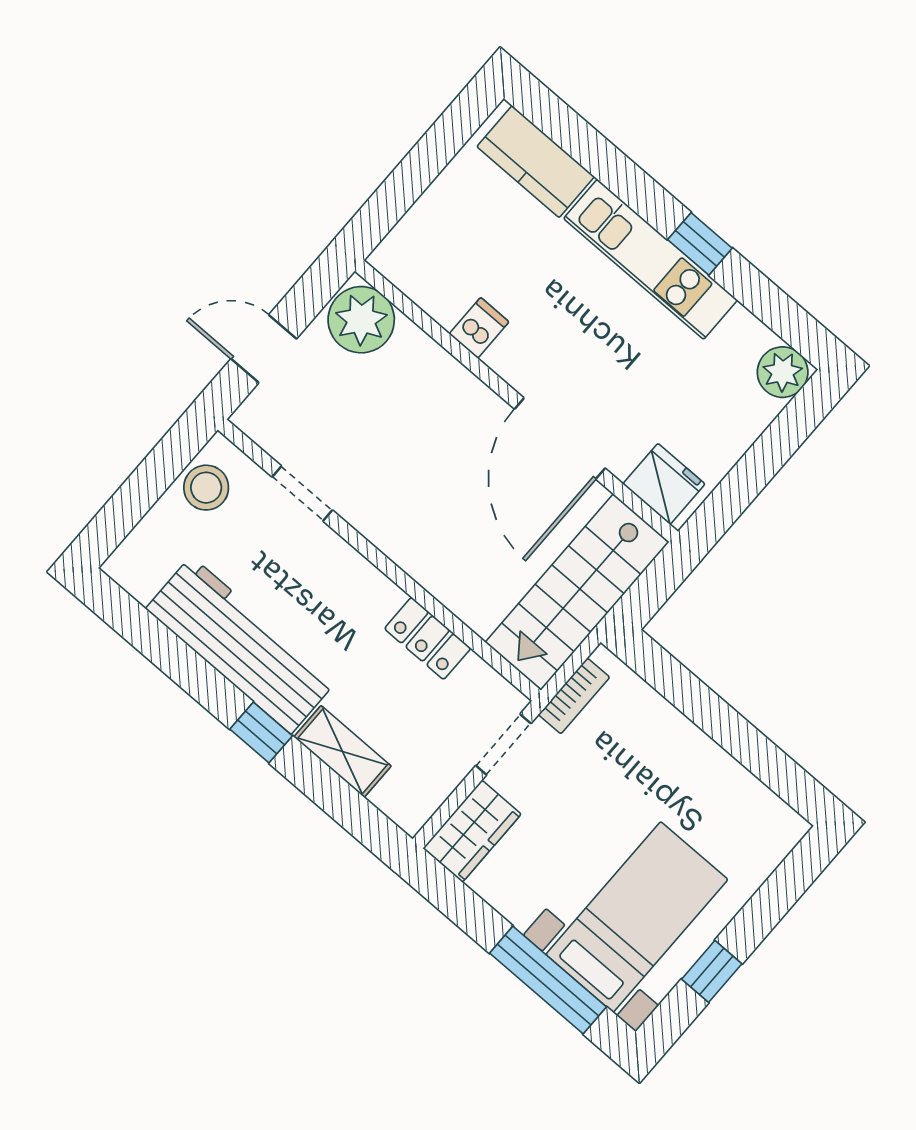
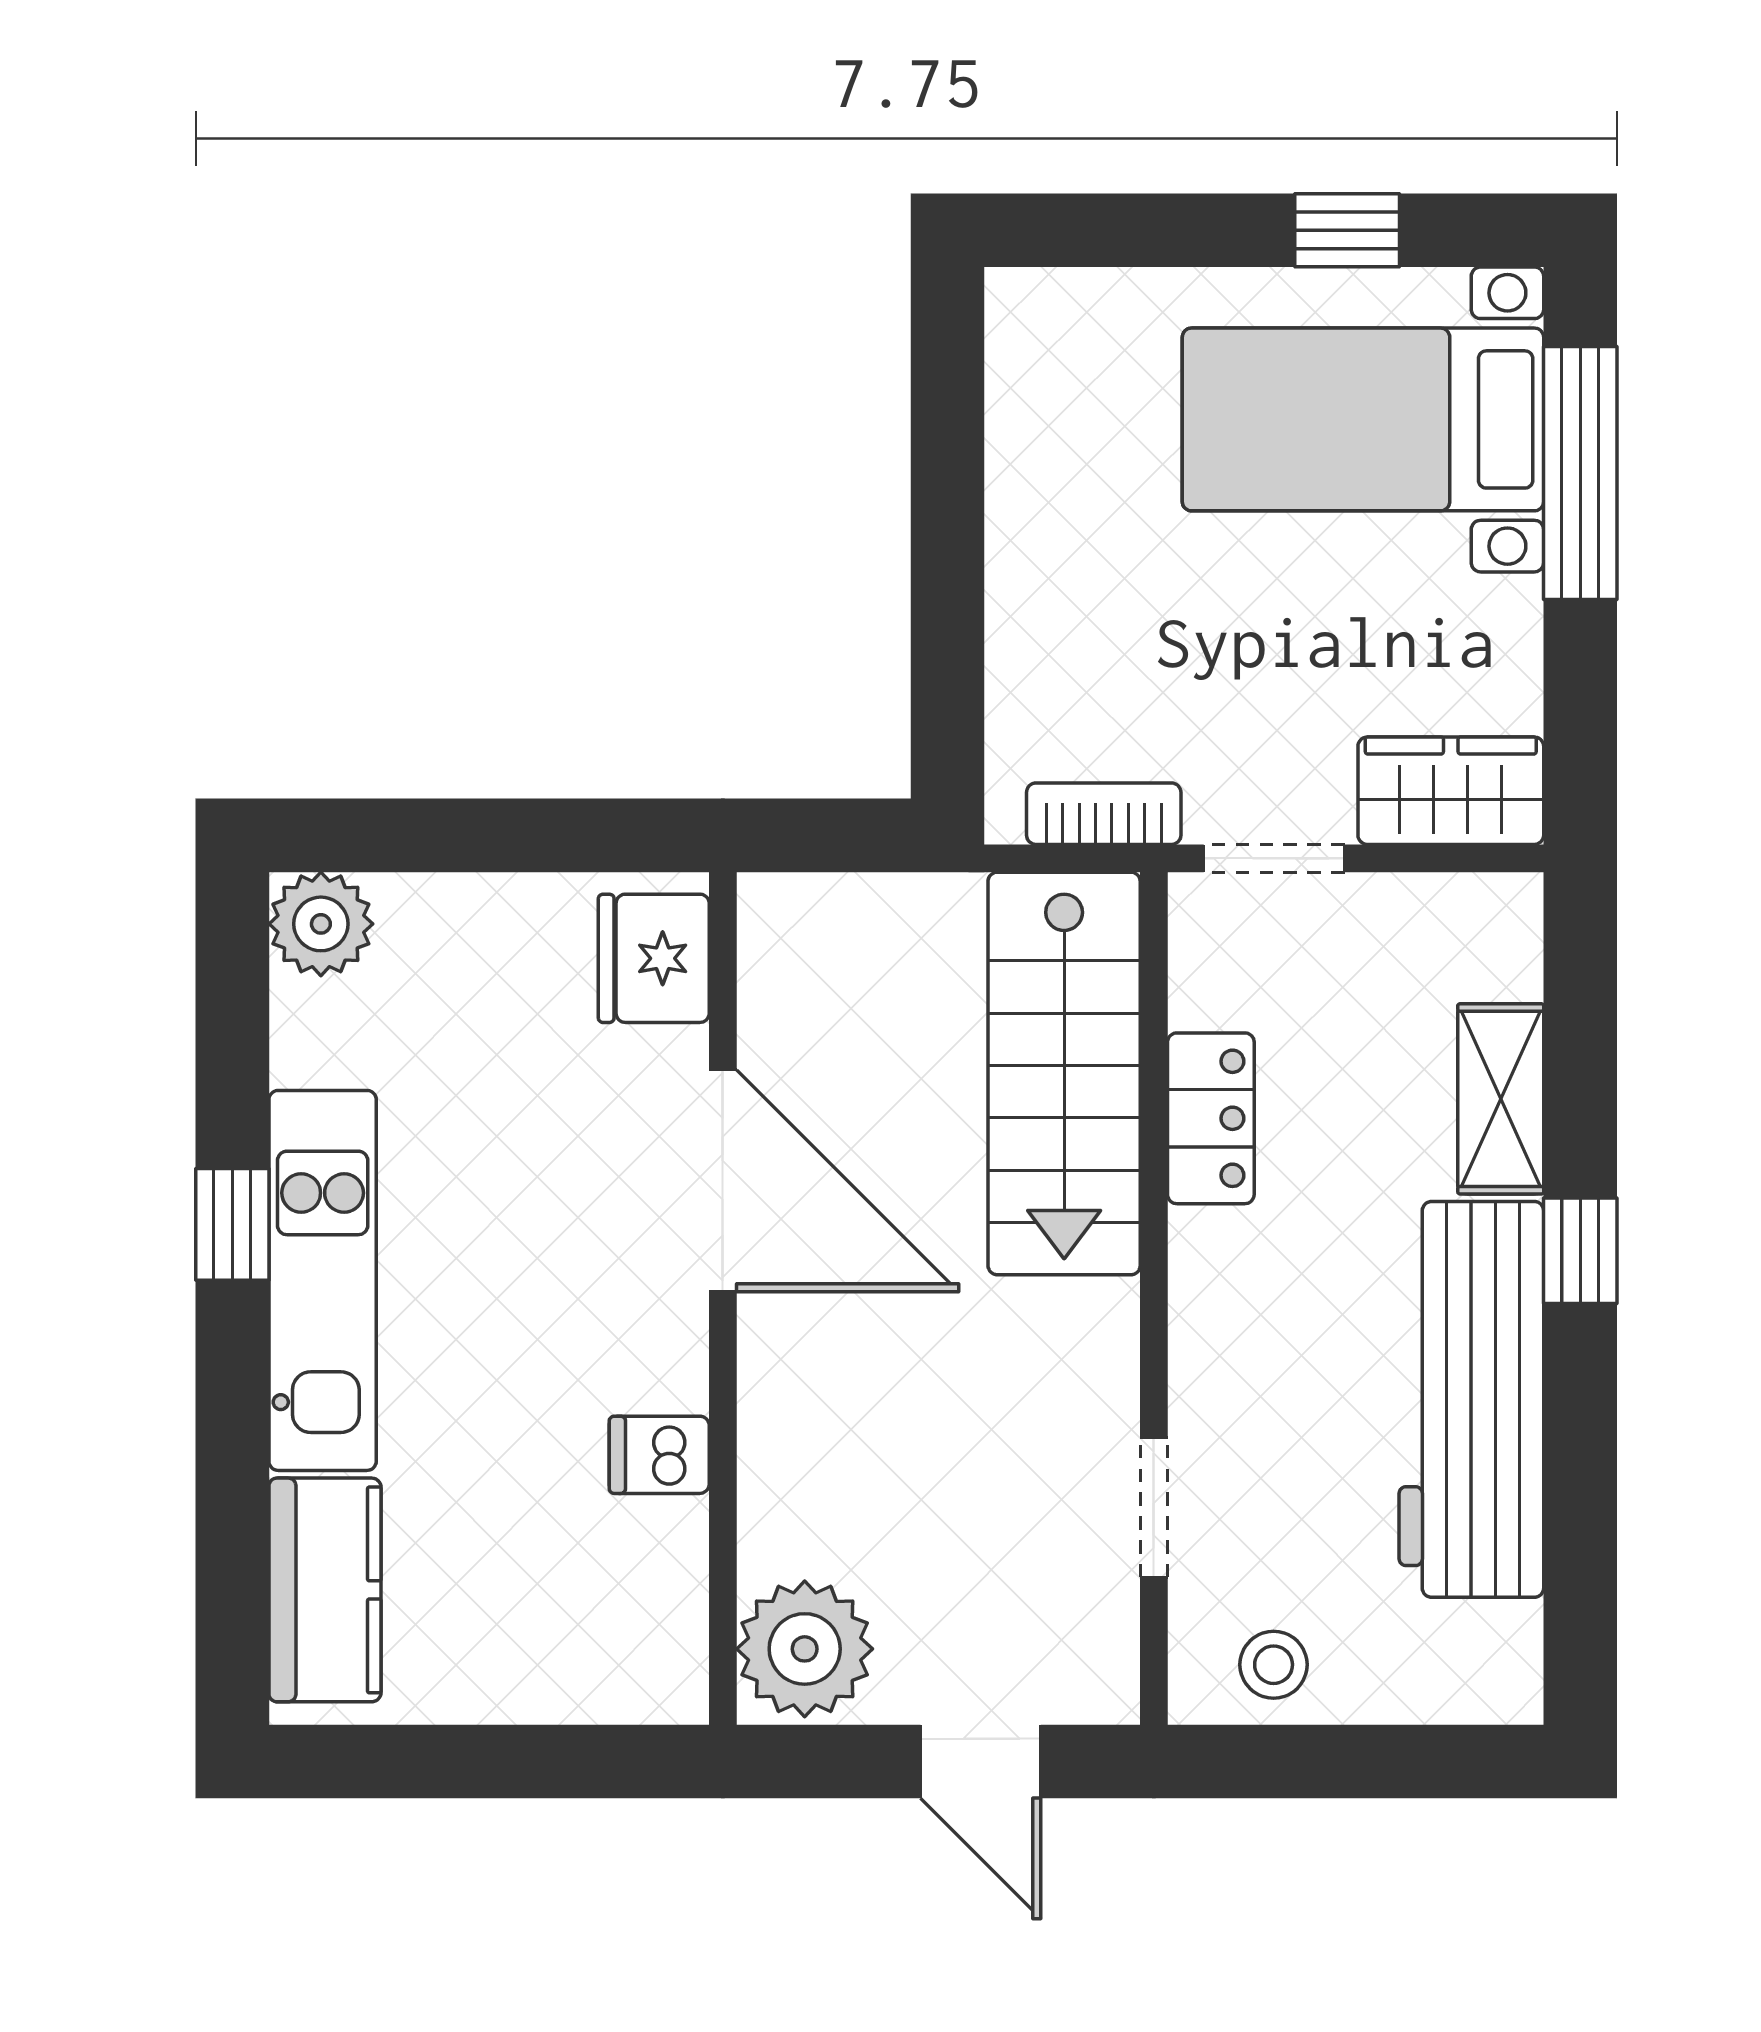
door: (560, 439) -> (723, 1181), hinge flipped
stool: (206, 488) -> (1274, 1665), width x0.73, depth x0.73
stairs: (577, 592) -> (1064, 1073), moved, turned 90

